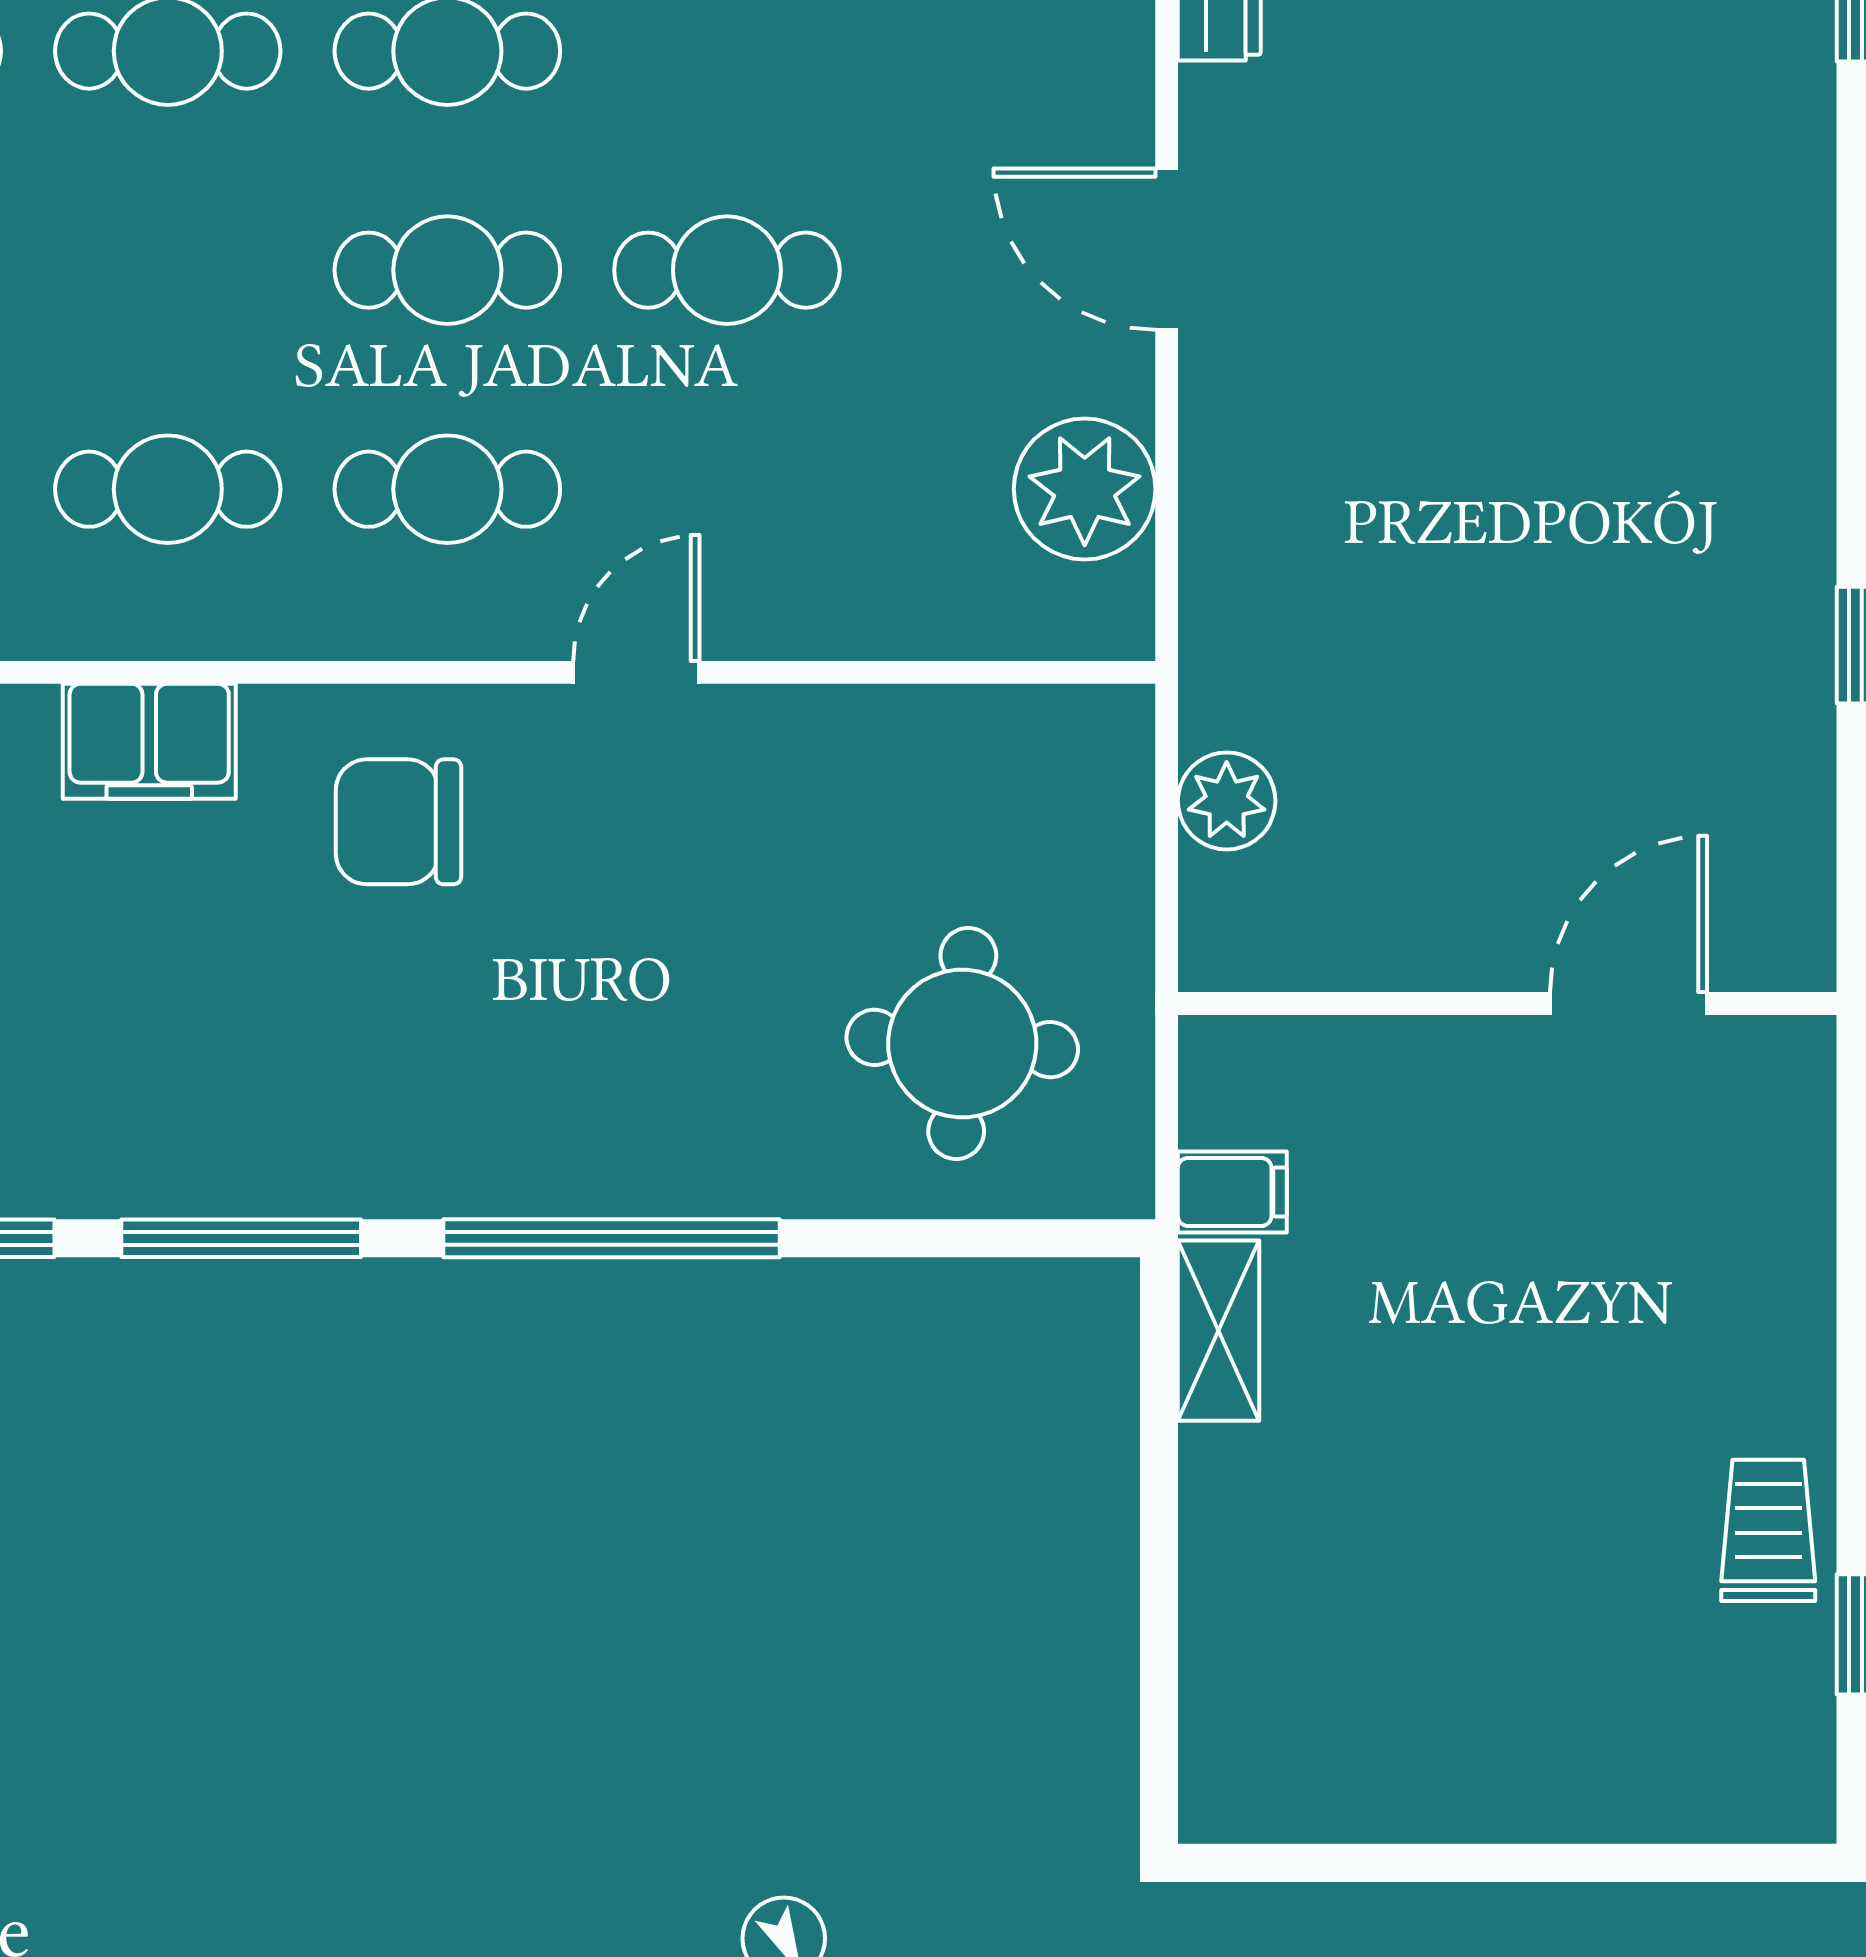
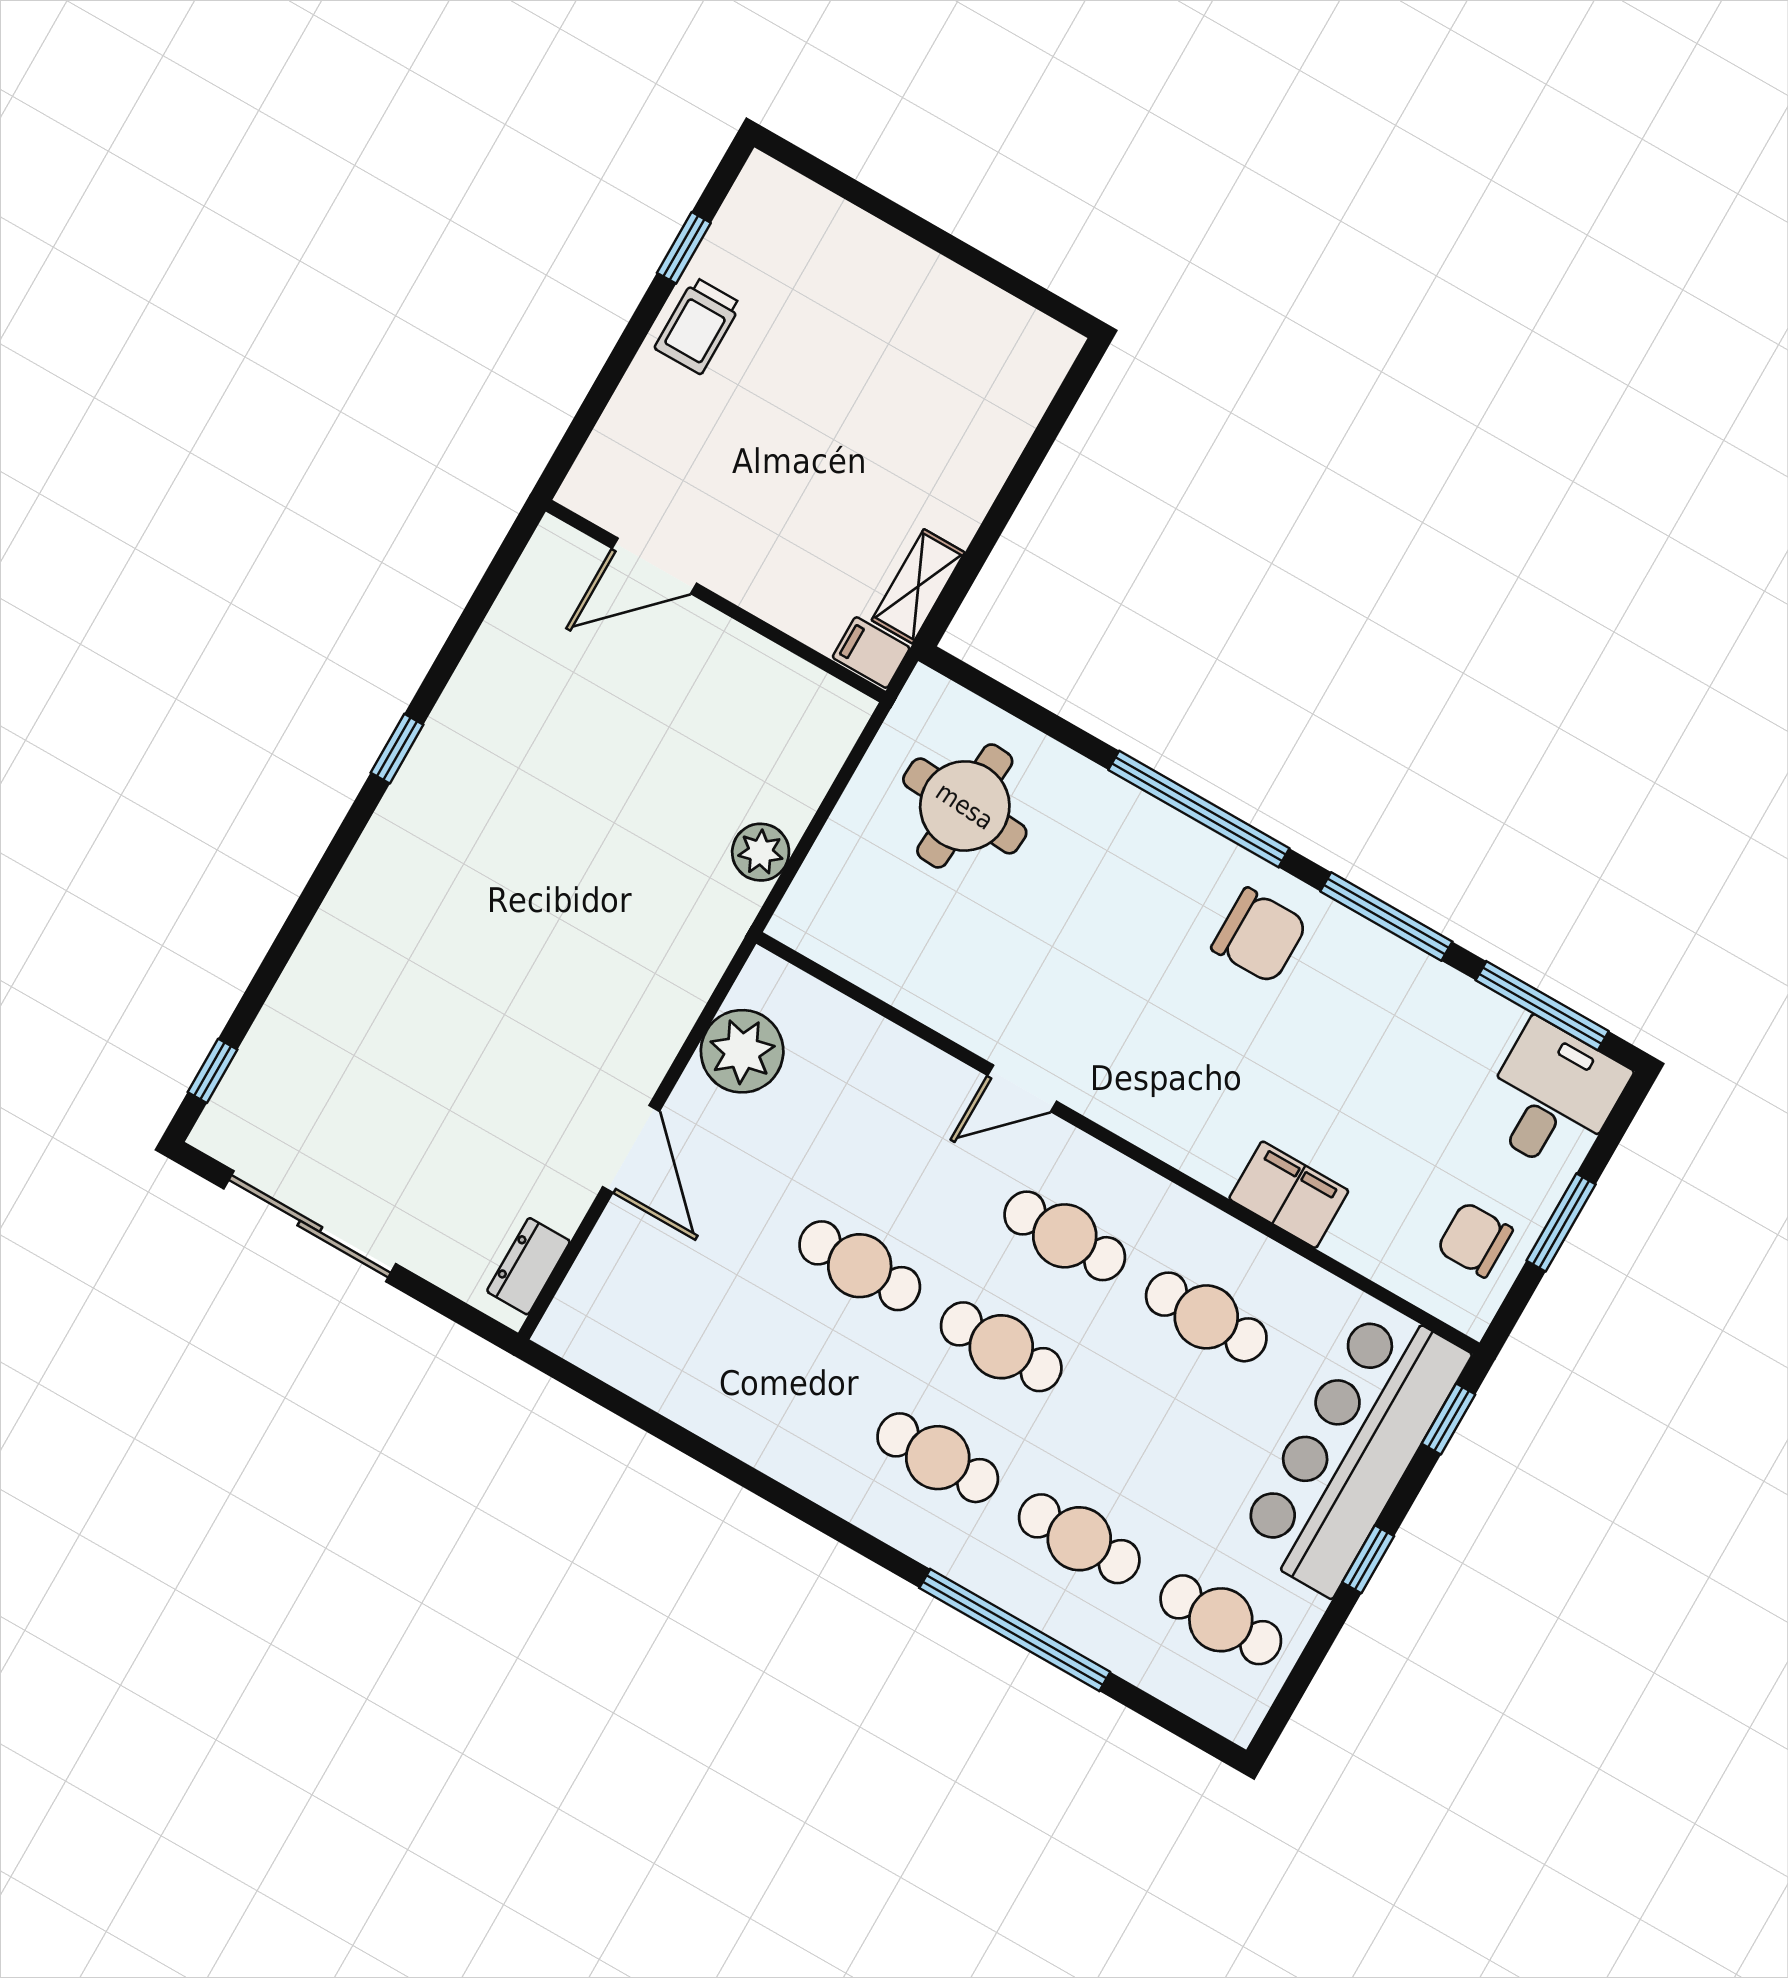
chair: (398, 822) -> (1259, 936), moved
wall: (1507, 1004) -> (716, 601), moved
door: (1629, 1004) -> (654, 566), moved

